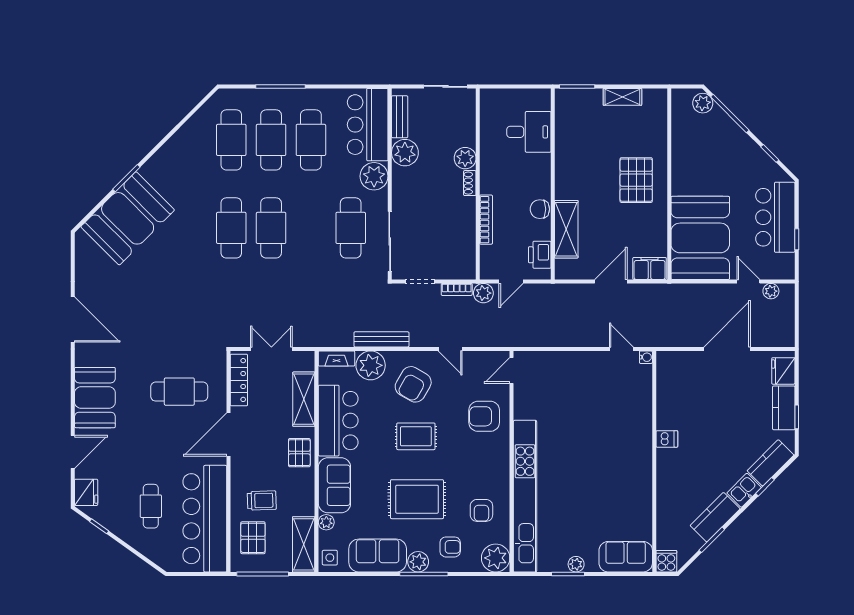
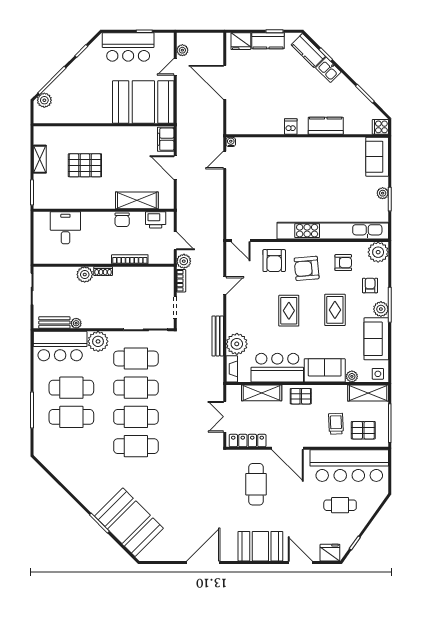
cafe table: (231, 140) -> (136, 388), moved
plant: (405, 153) -> (76, 323), width x0.53, depth x0.53
pallet: (636, 180) -> (85, 165), moved
armchair: (413, 384) -> (307, 268), moved, turned 145
rug: (417, 499) -> (335, 310), width x0.73, depth x0.70
kitchen counter: (715, 517) -> (326, 126), moved, turned 135

